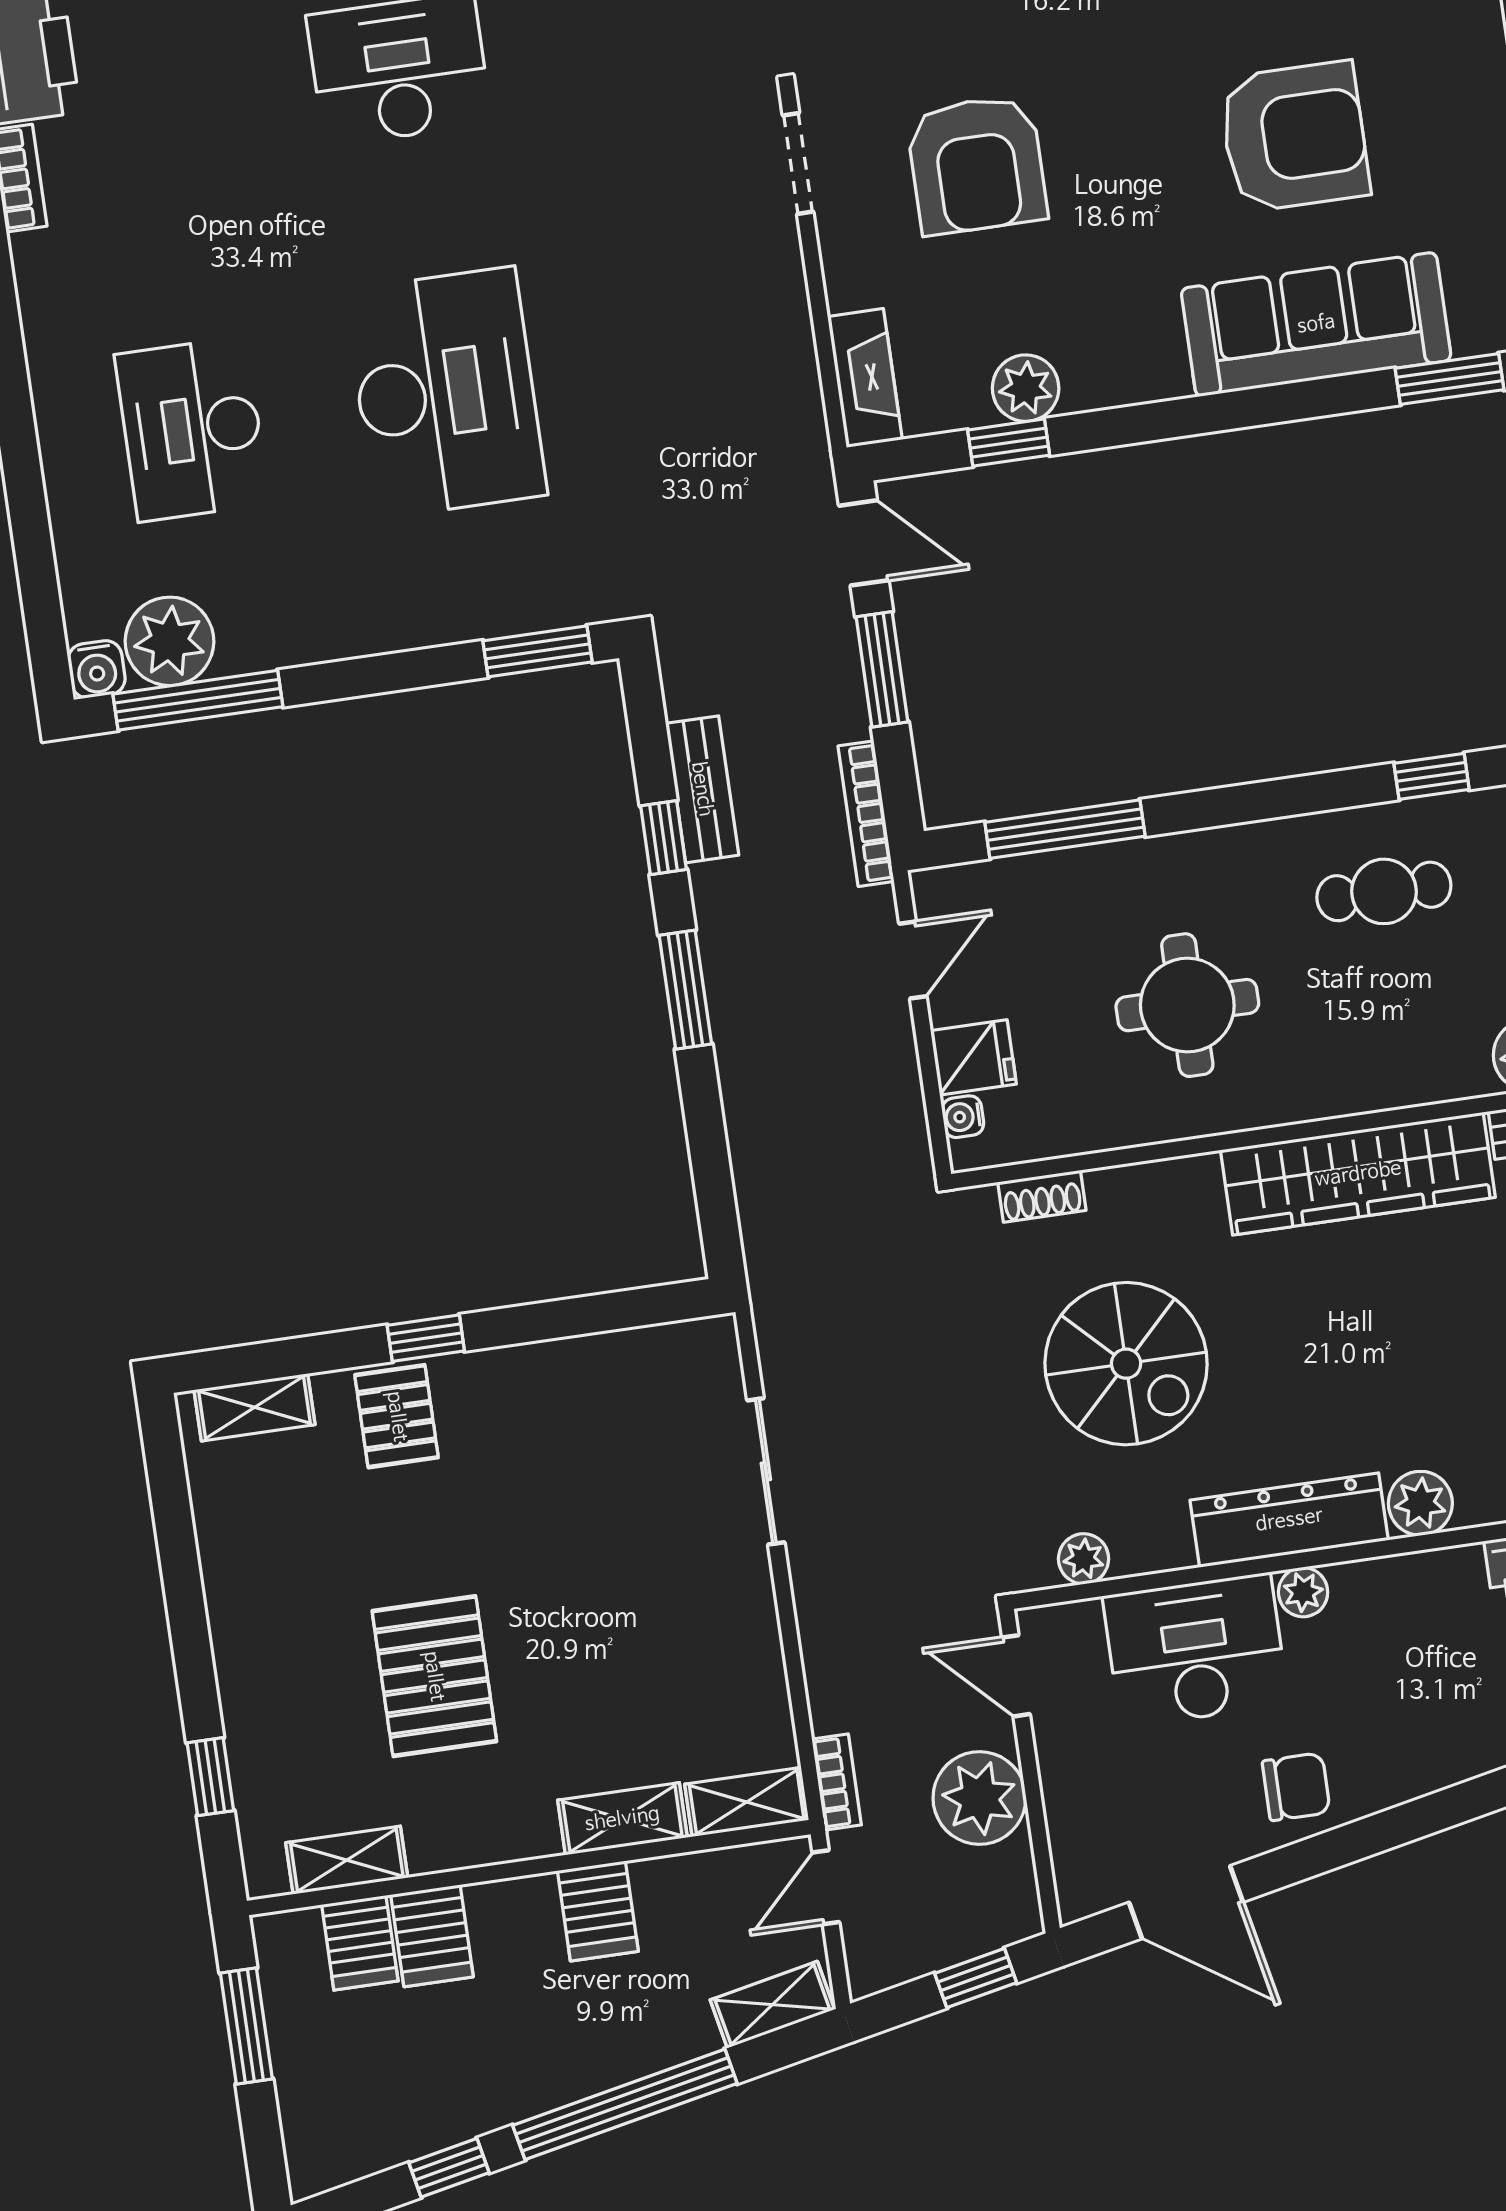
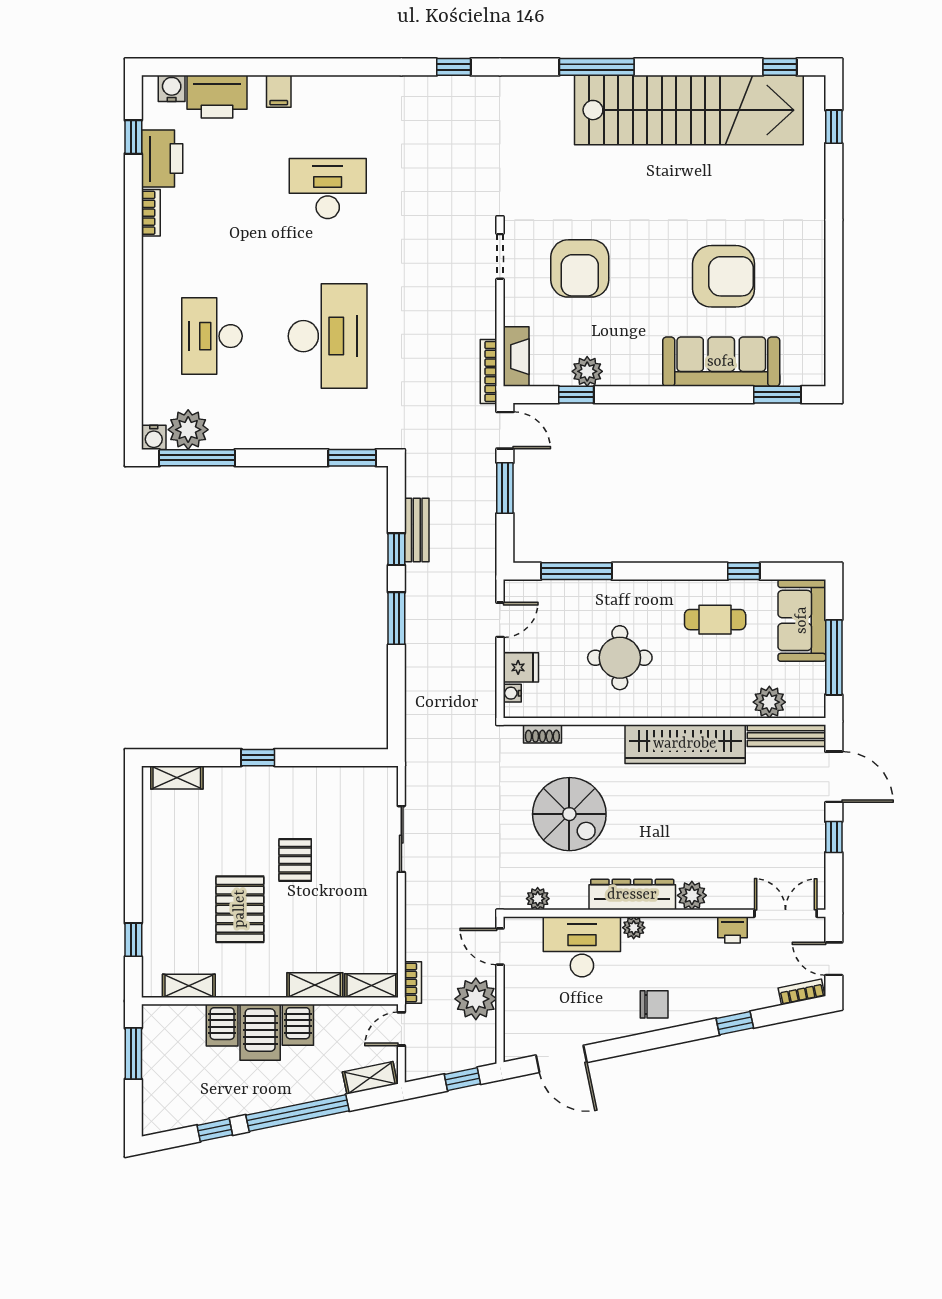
bookcase: (866, 814) -> (488, 371), moved
pallet: (397, 1416) -> (295, 860), moved
chair: (1296, 1787) -> (654, 1004), moved
server rack: (360, 1943) -> (260, 1032), moved, width x1.36, depth x1.44

